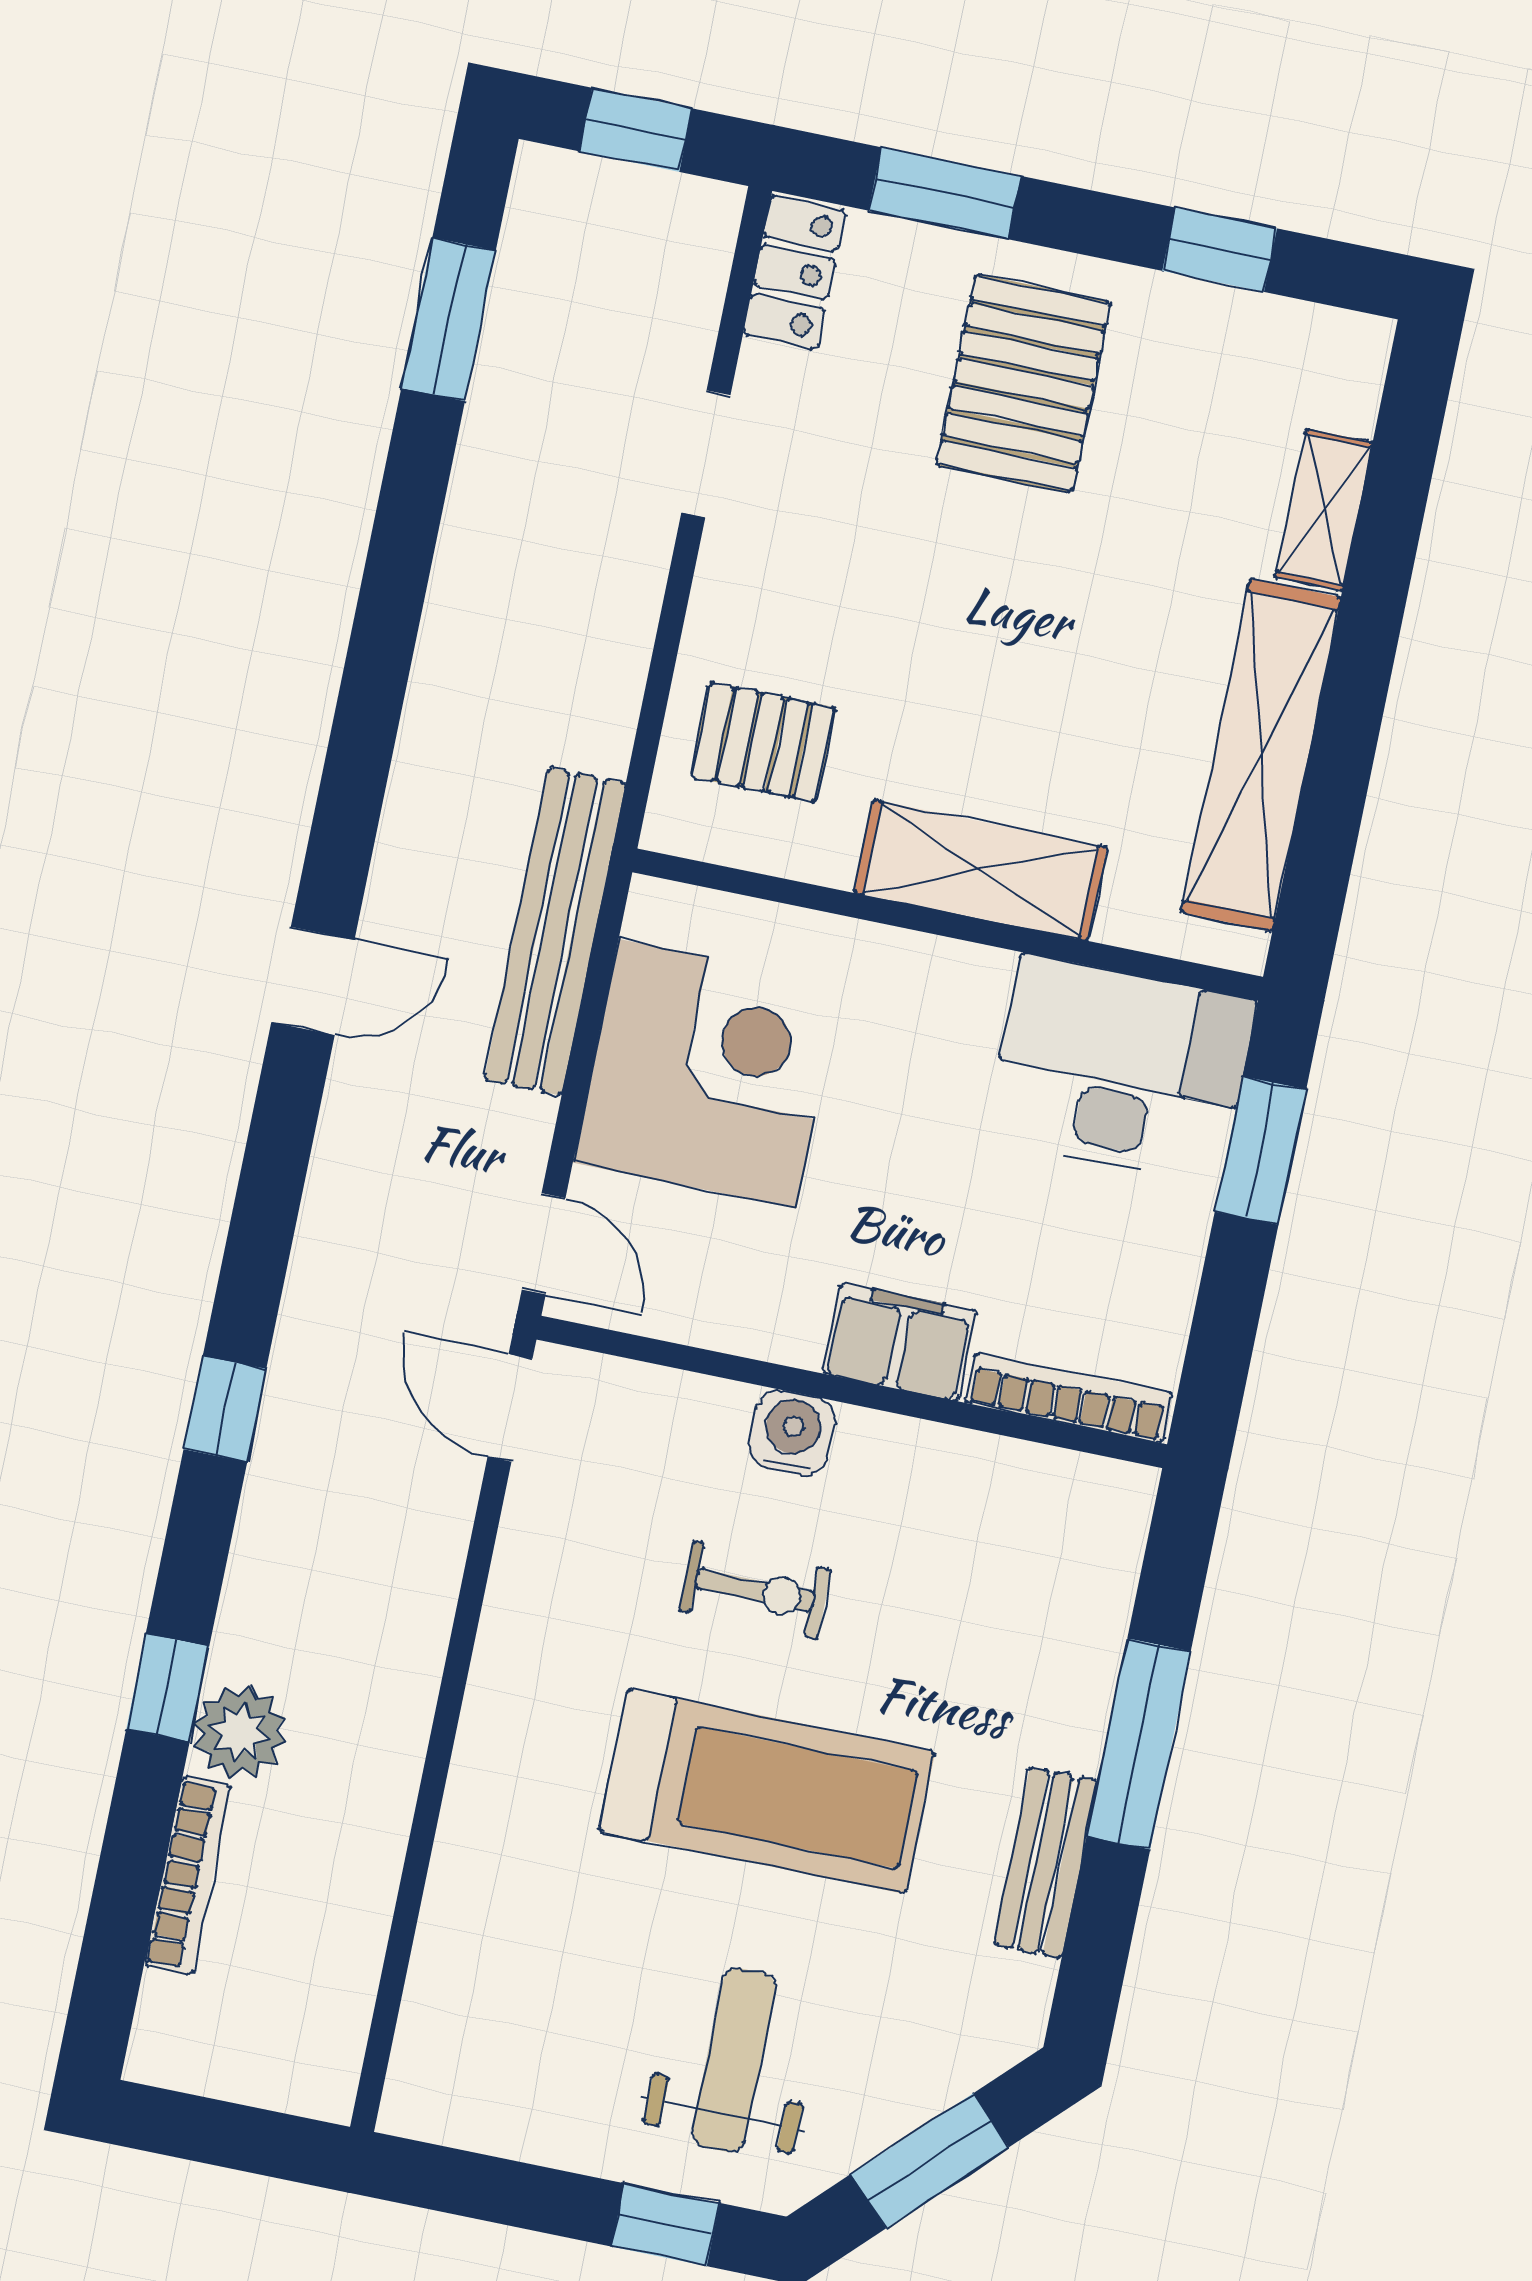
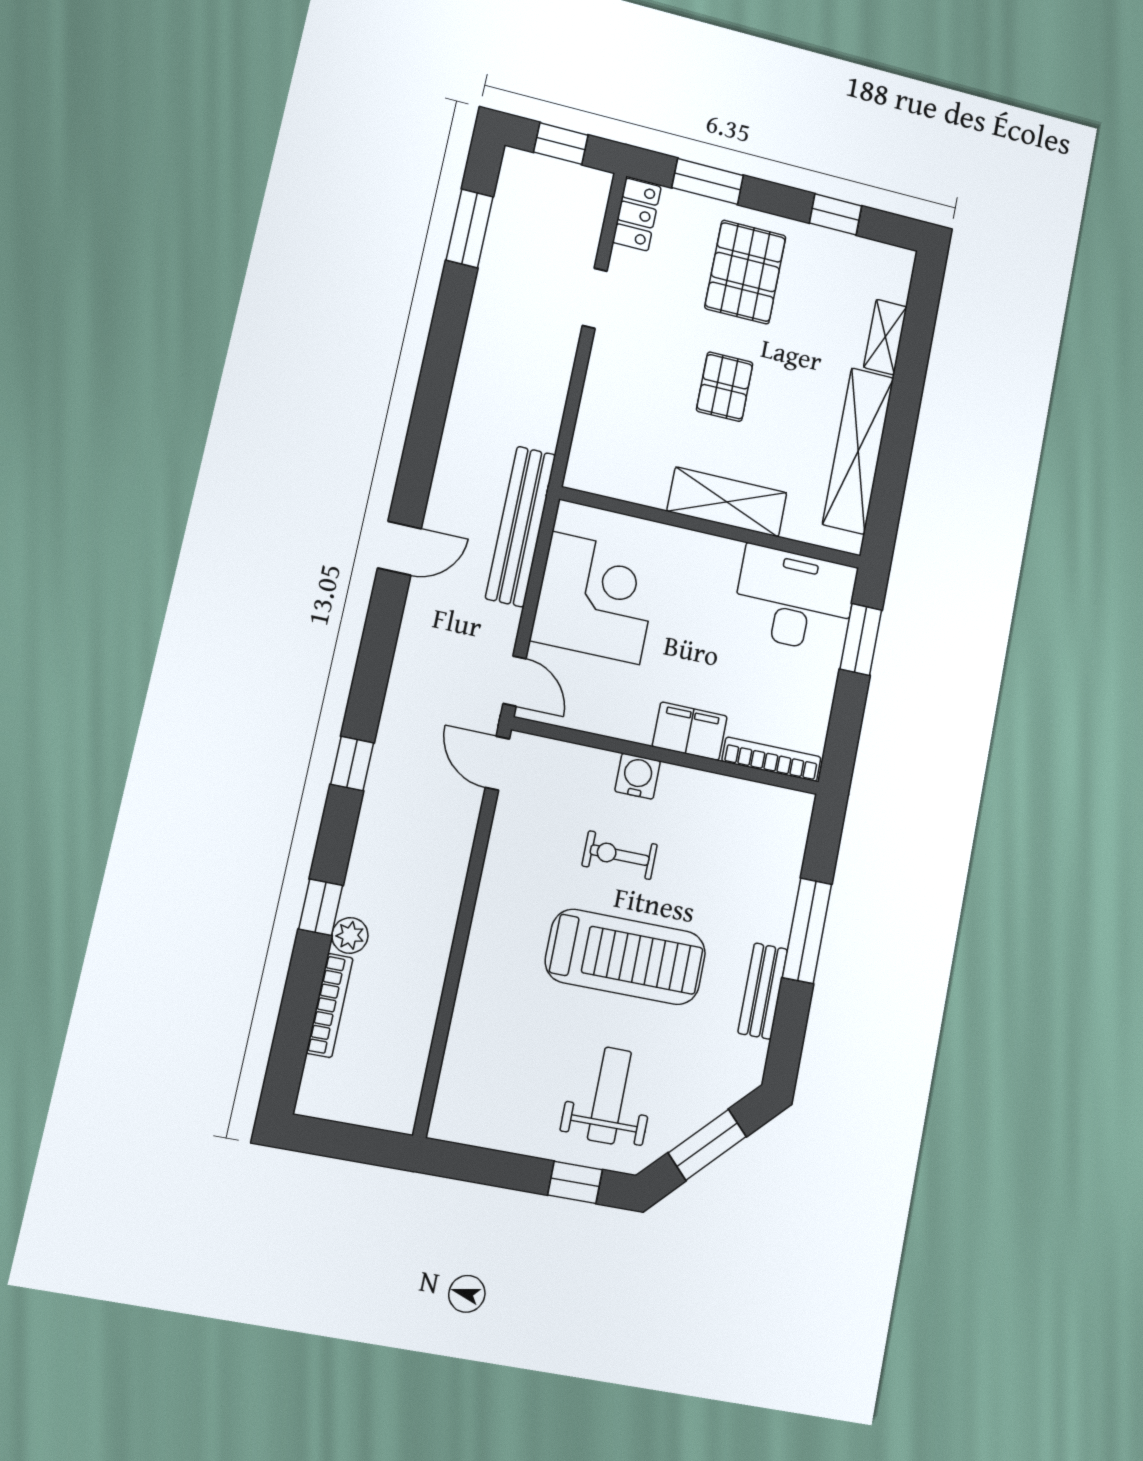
pallet: (763, 742) -> (725, 387), moved, turned 90
exercise bike: (755, 1590) -> (620, 855), turned 180
plant: (240, 1732) -> (350, 935), width x0.73, depth x0.73

